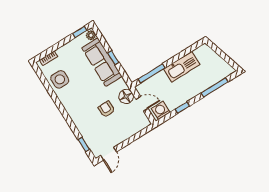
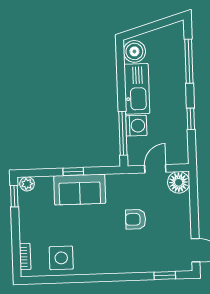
boiler: (202, 53) -> (134, 51), added
sofa: (102, 62) -> (80, 190), width x0.73
floor lamp: (126, 96) -> (179, 182), moved
washing machine: (161, 110) -> (136, 126), moved, turned 180

